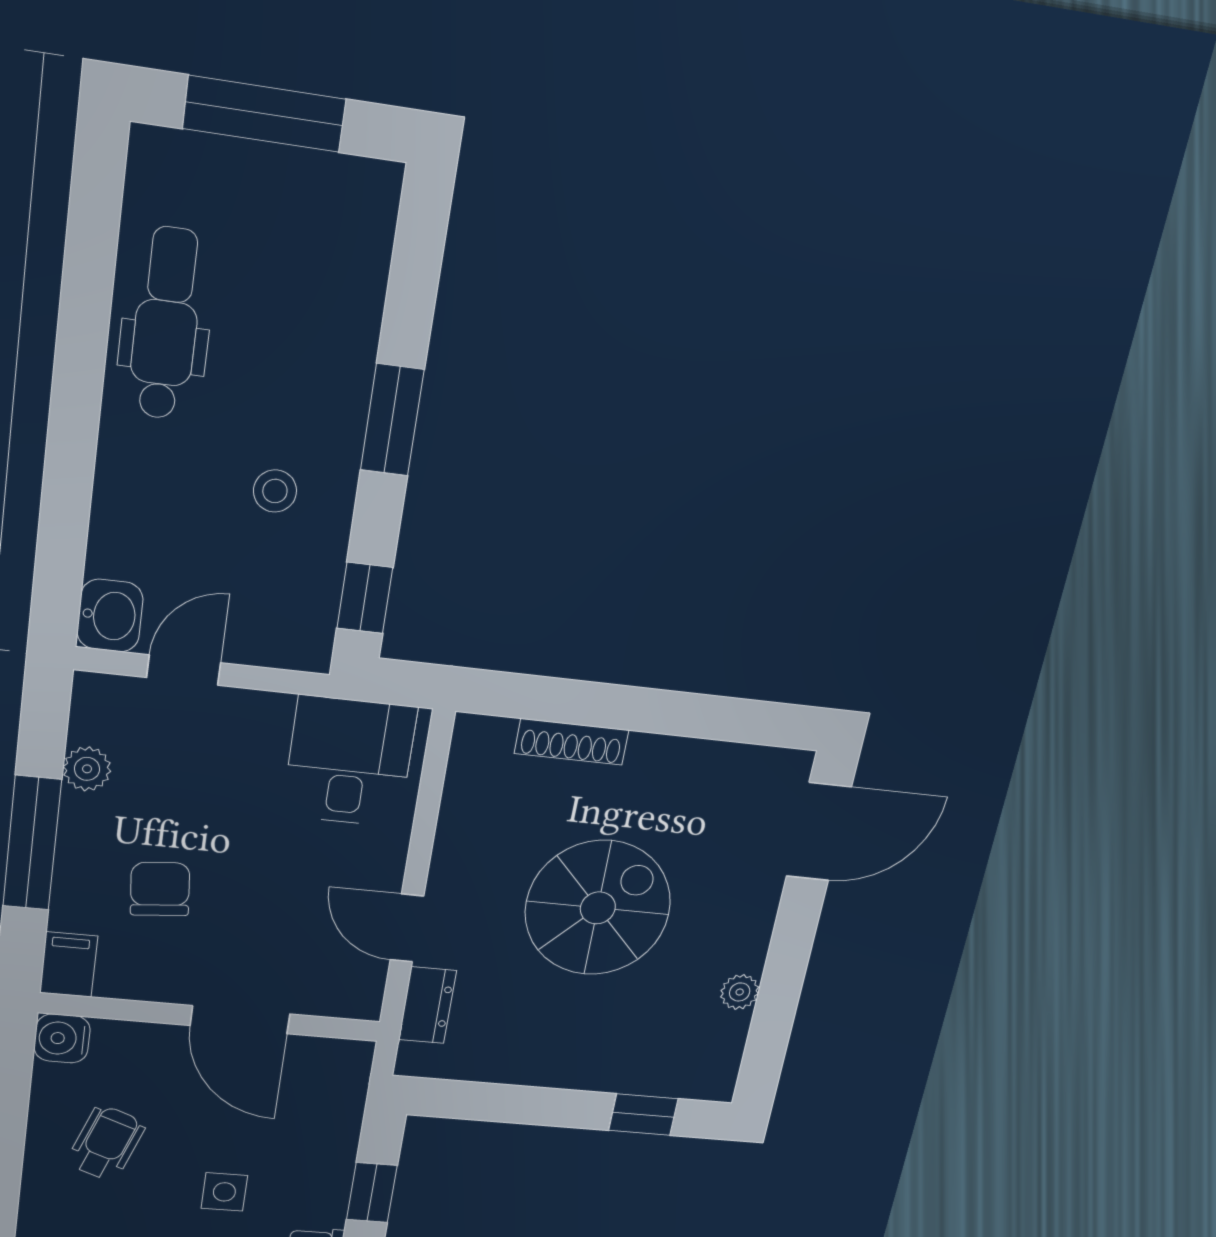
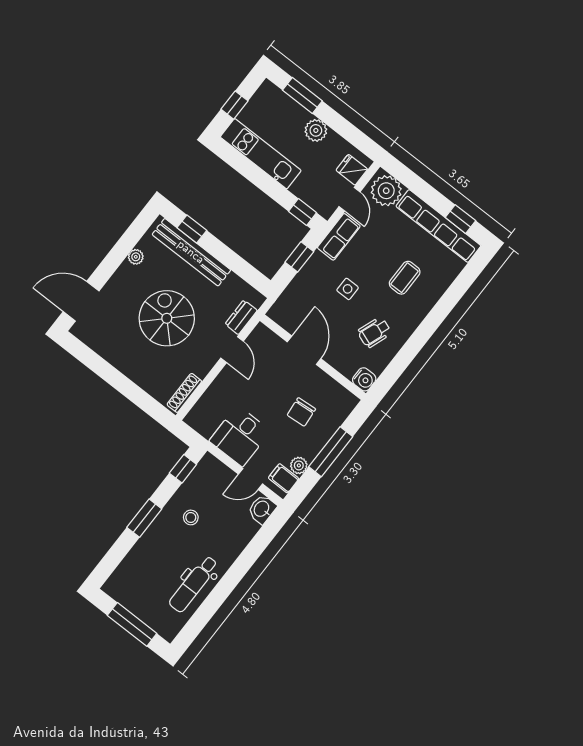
shoe rack: (572, 742) -> (184, 393), moved, turned -90
desk: (349, 761) -> (240, 436), moved
spiral stairs: (598, 908) -> (167, 318), turned 90
filing cabinet: (69, 965) -> (284, 478), moved, turned 90
bench: (618, 1070) -> (191, 252), added

